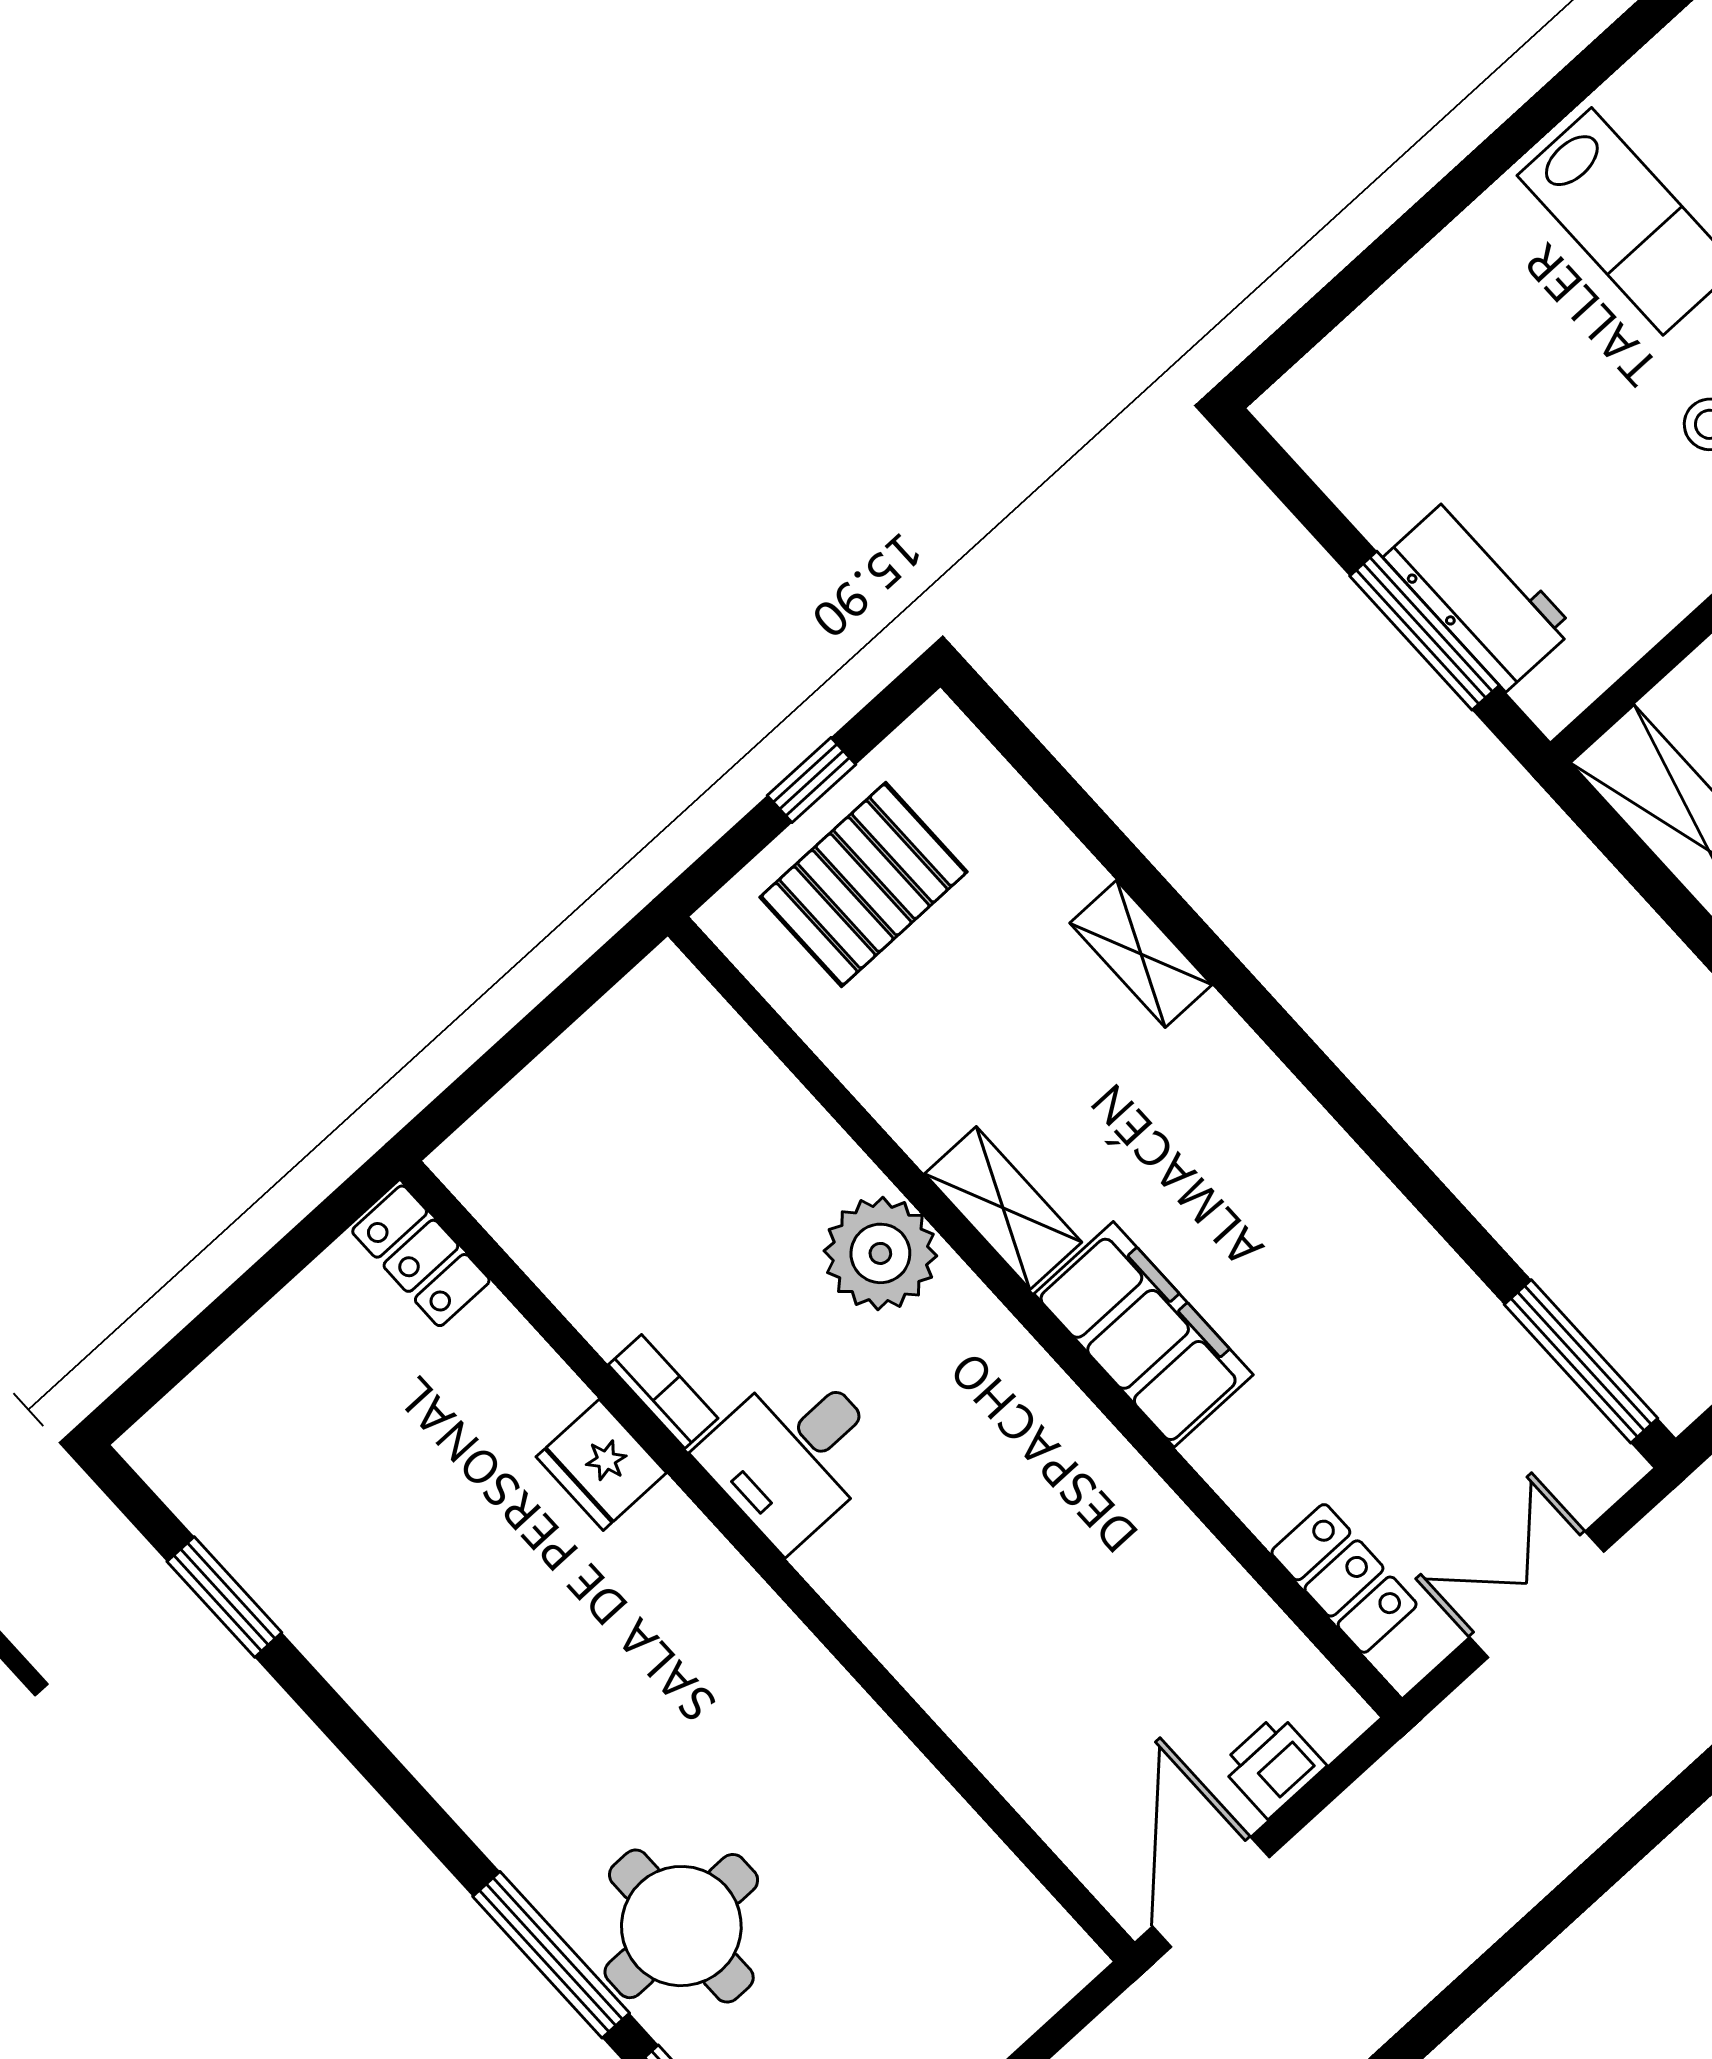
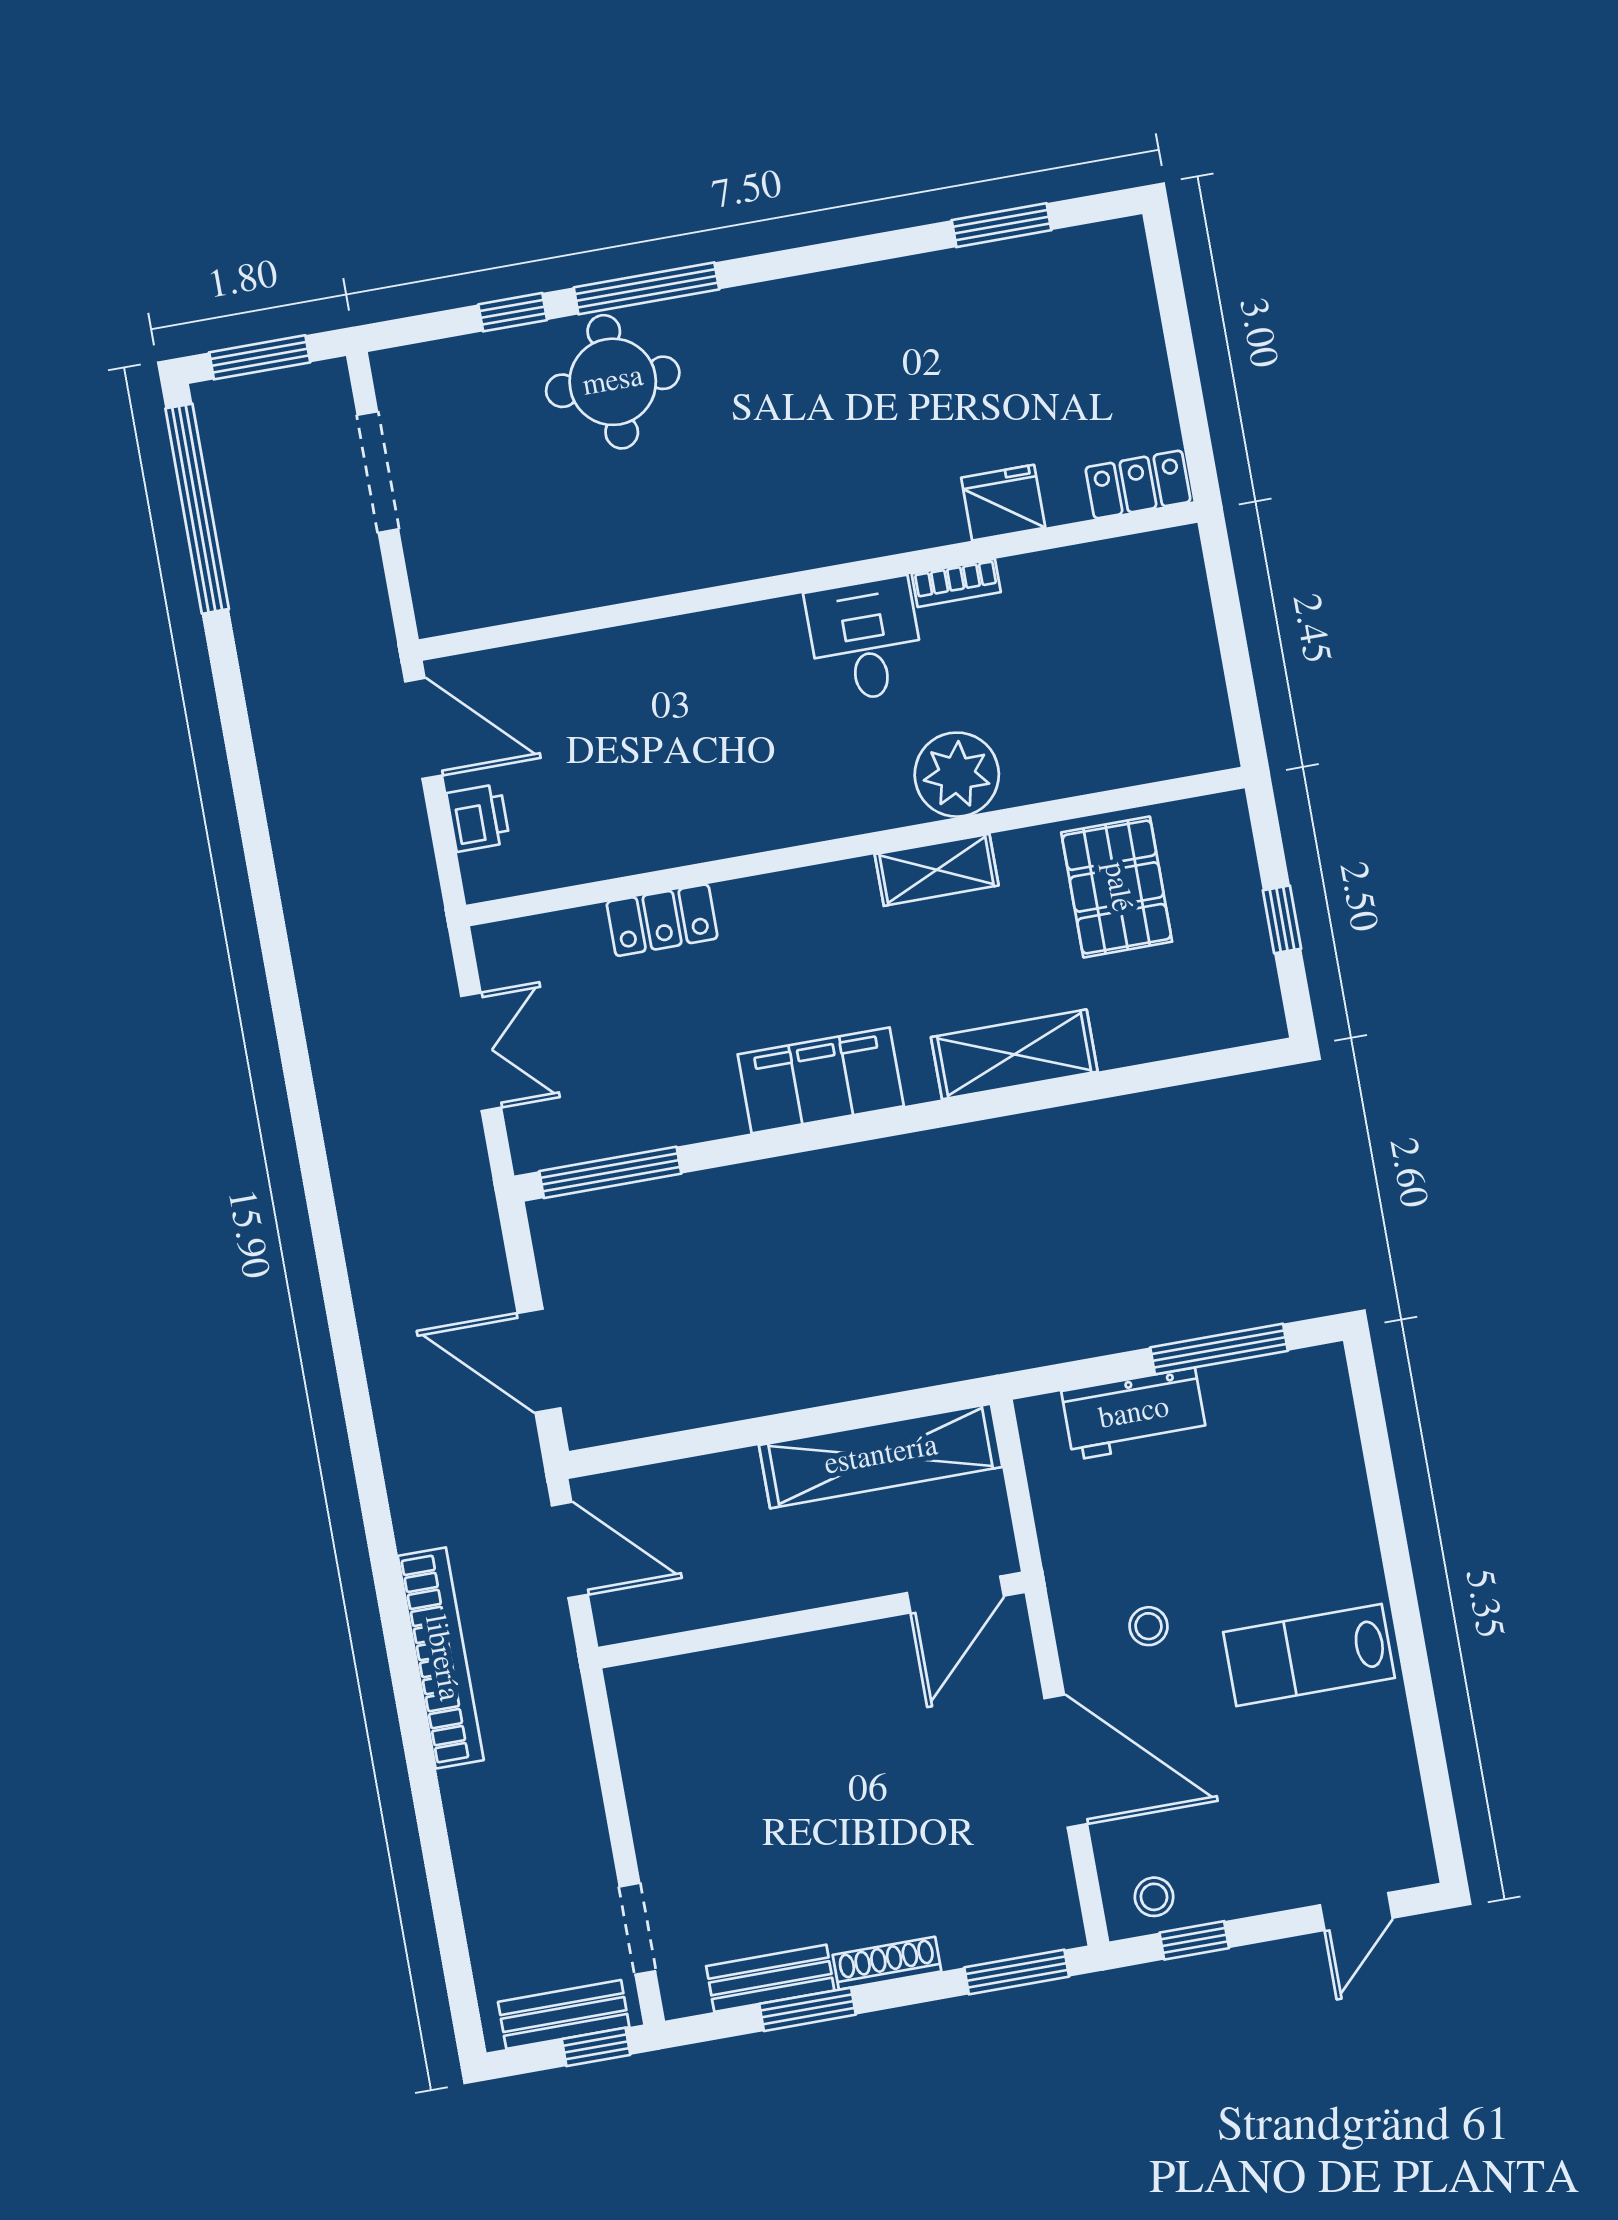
window: (1424, 631) -> (1219, 1349), moved
pallet: (864, 884) -> (1117, 887), moved
shelving: (1141, 954) -> (1014, 1054), width x1.50, depth x1.33
filing cabinet: (1144, 1334) -> (821, 1080), moved, turned 180
fridge: (601, 1465) -> (1003, 503), moved
locker: (1344, 1578) -> (662, 920), moved

